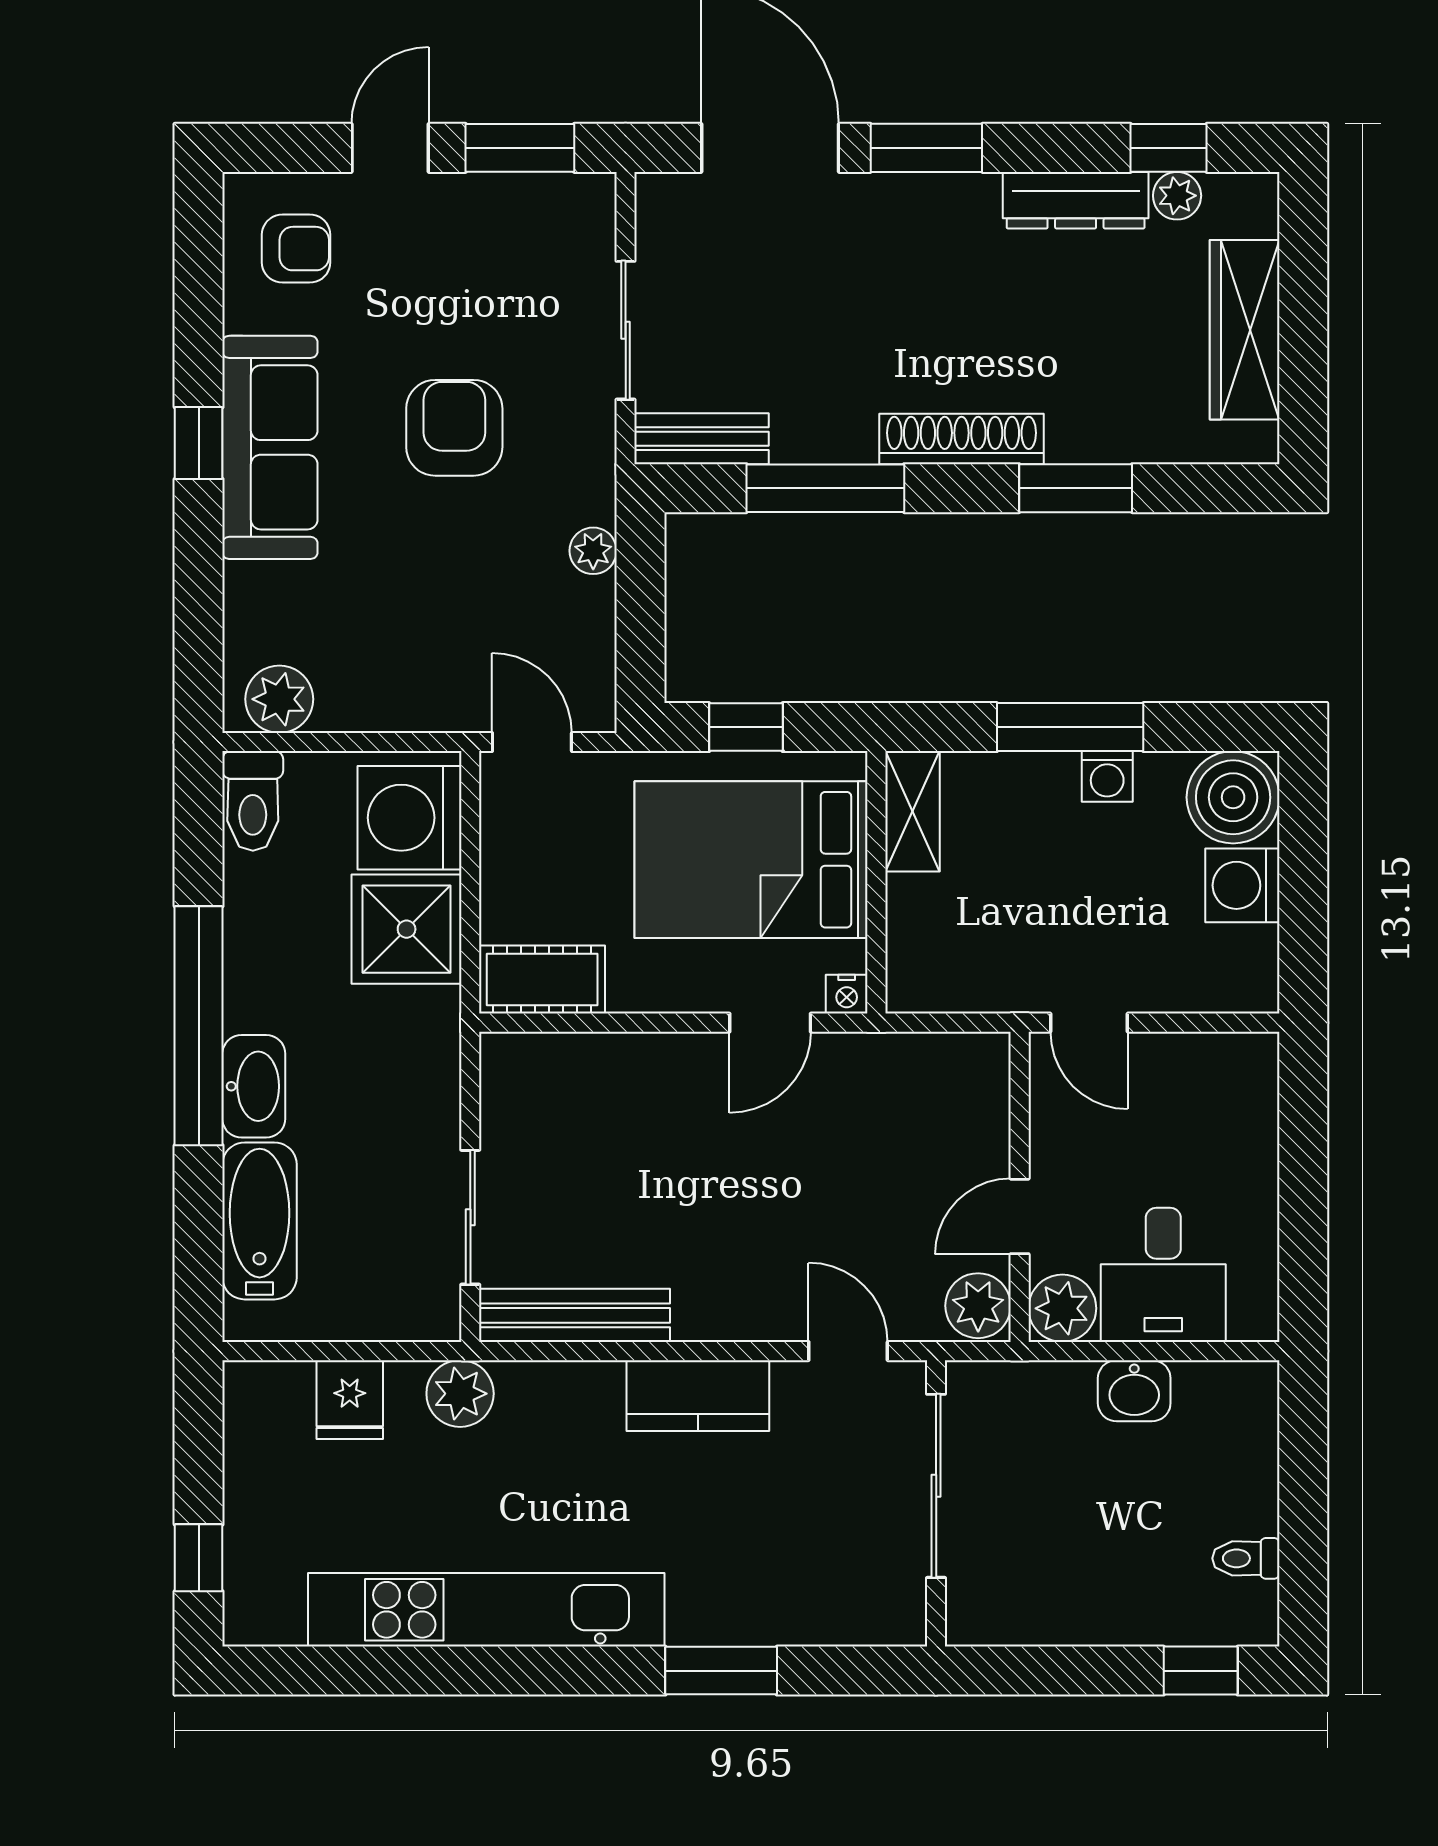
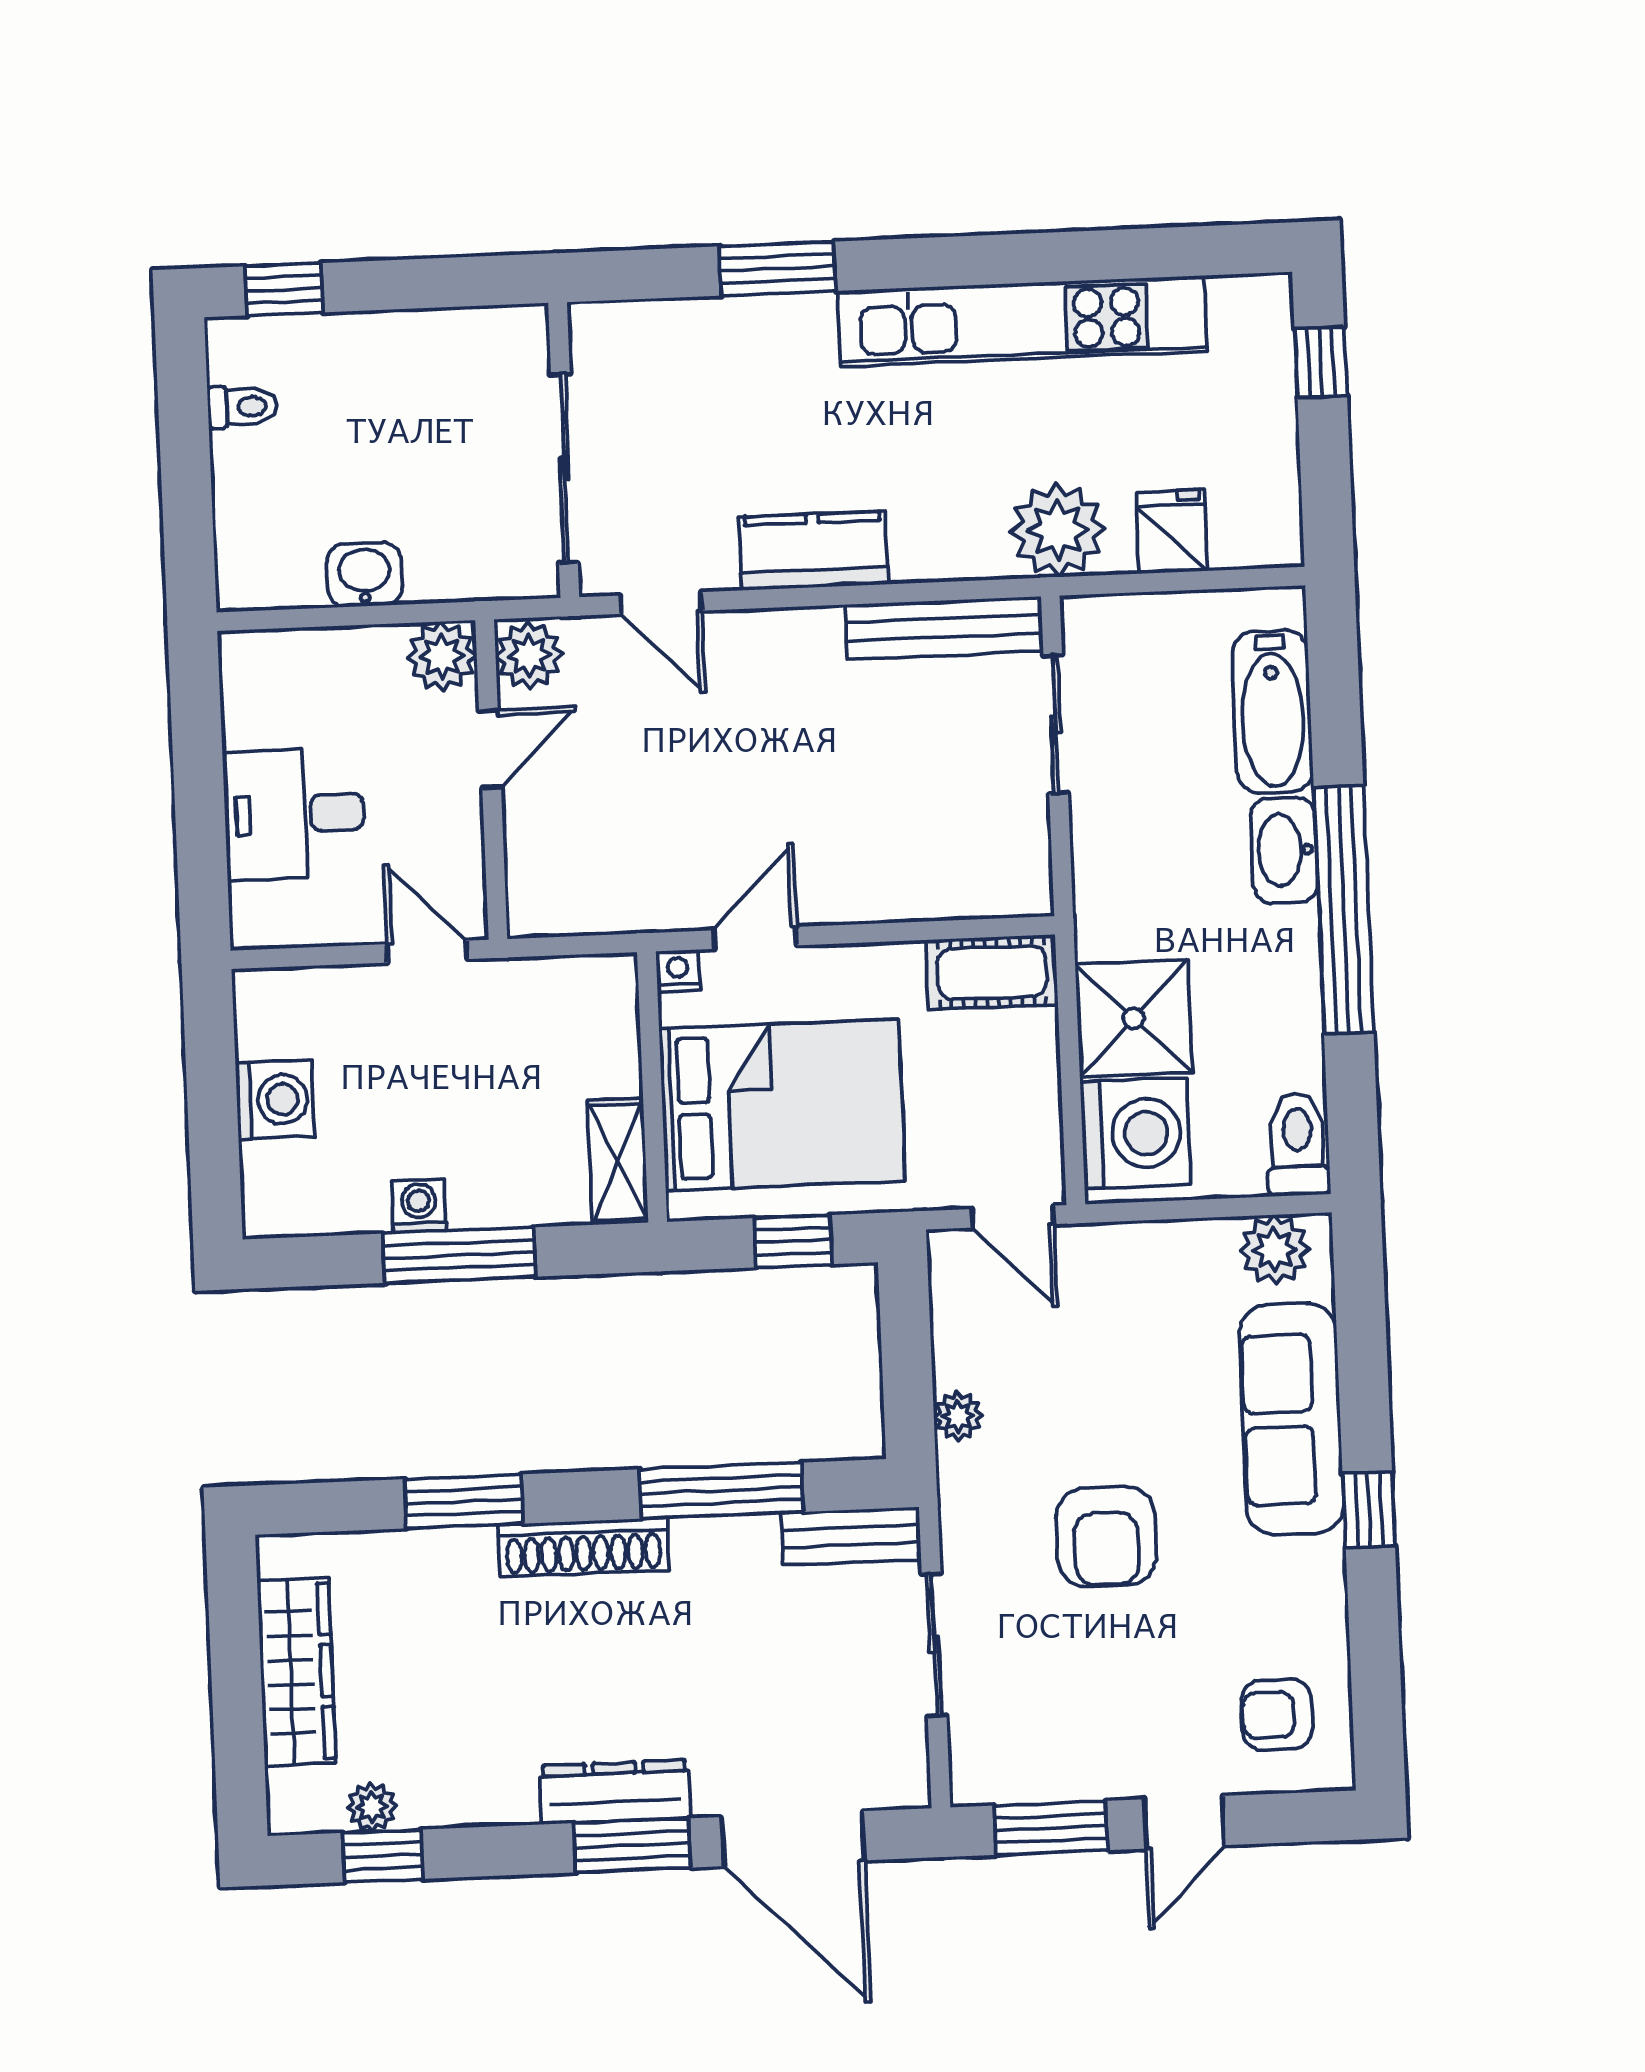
dresser: (1076, 200) -> (615, 1792), moved
sofa: (270, 447) -> (1291, 1419), moved
boiler: (1233, 797) -> (288, 1190), removed
desk: (1163, 1275) -> (294, 814), moved, turned -90
plant: (460, 1394) -> (1058, 530), width x1.36, depth x1.36

